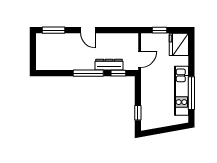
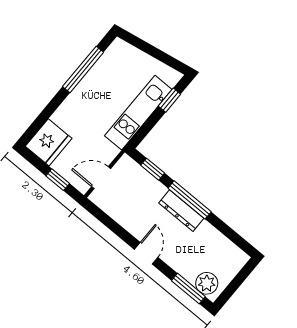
plant: (47, 40) -> (207, 283), added
door: (140, 59) -> (101, 178), moved
dresser: (109, 65) -> (181, 211), moved
kitchen unit: (181, 91) -> (138, 113), moved, turned 180

